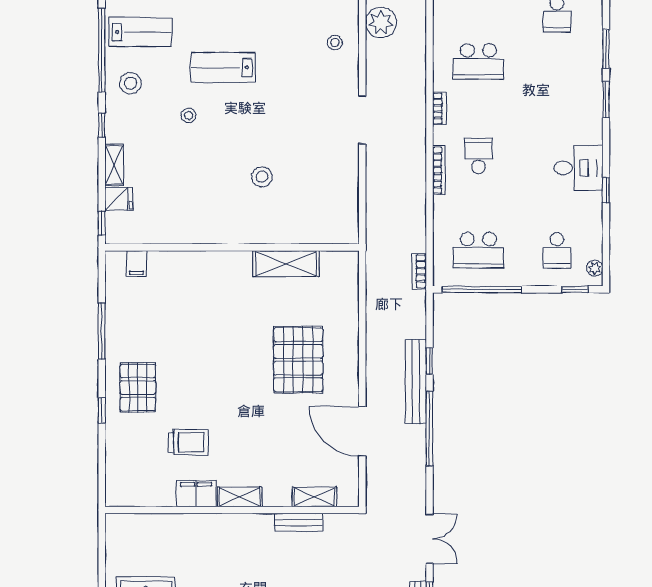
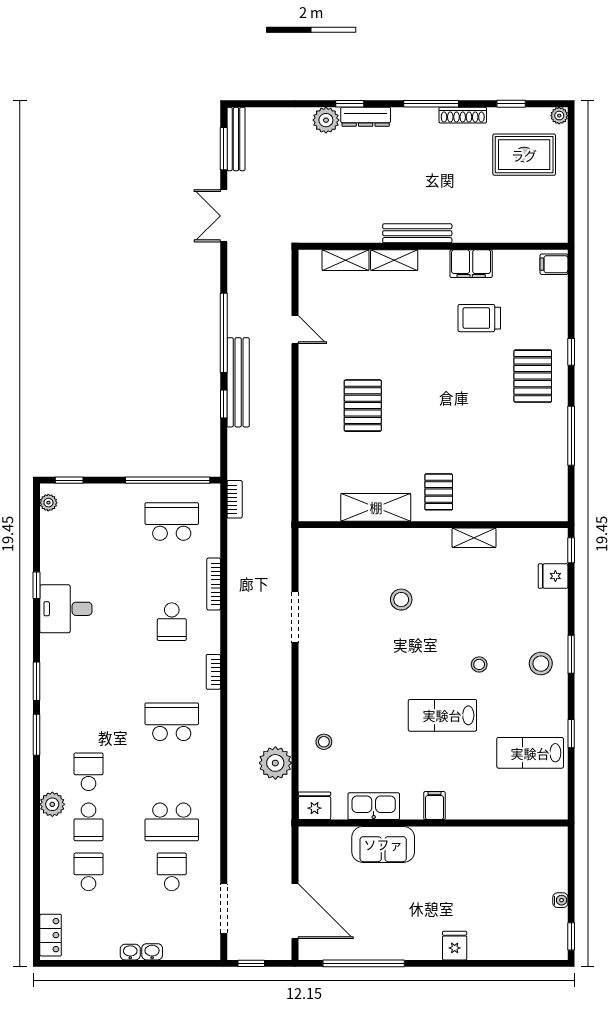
window: (102, 50) -> (571, 734), width x0.32
lab bench: (223, 67) -> (442, 715), turned 180
stool: (131, 83) -> (541, 664), moved
doorway: (362, 120) -> (295, 617), moved
window: (102, 125) -> (571, 654), width x1.50
shelving: (114, 165) -> (474, 538), moved, turned 90
bookcase: (439, 170) -> (214, 584), moved
school desk: (557, 250) -> (89, 522), removed
filing cabinet: (136, 264) -> (554, 264), moved, turned -90
pallet: (227, 278) -> (439, 492), added
pallet: (298, 360) -> (363, 406), width x0.73, depth x0.71
door: (362, 431) -> (295, 330), width x0.53
shelving: (240, 497) -> (394, 260), moved
bench: (299, 522) -> (417, 233), moved, width x1.36

